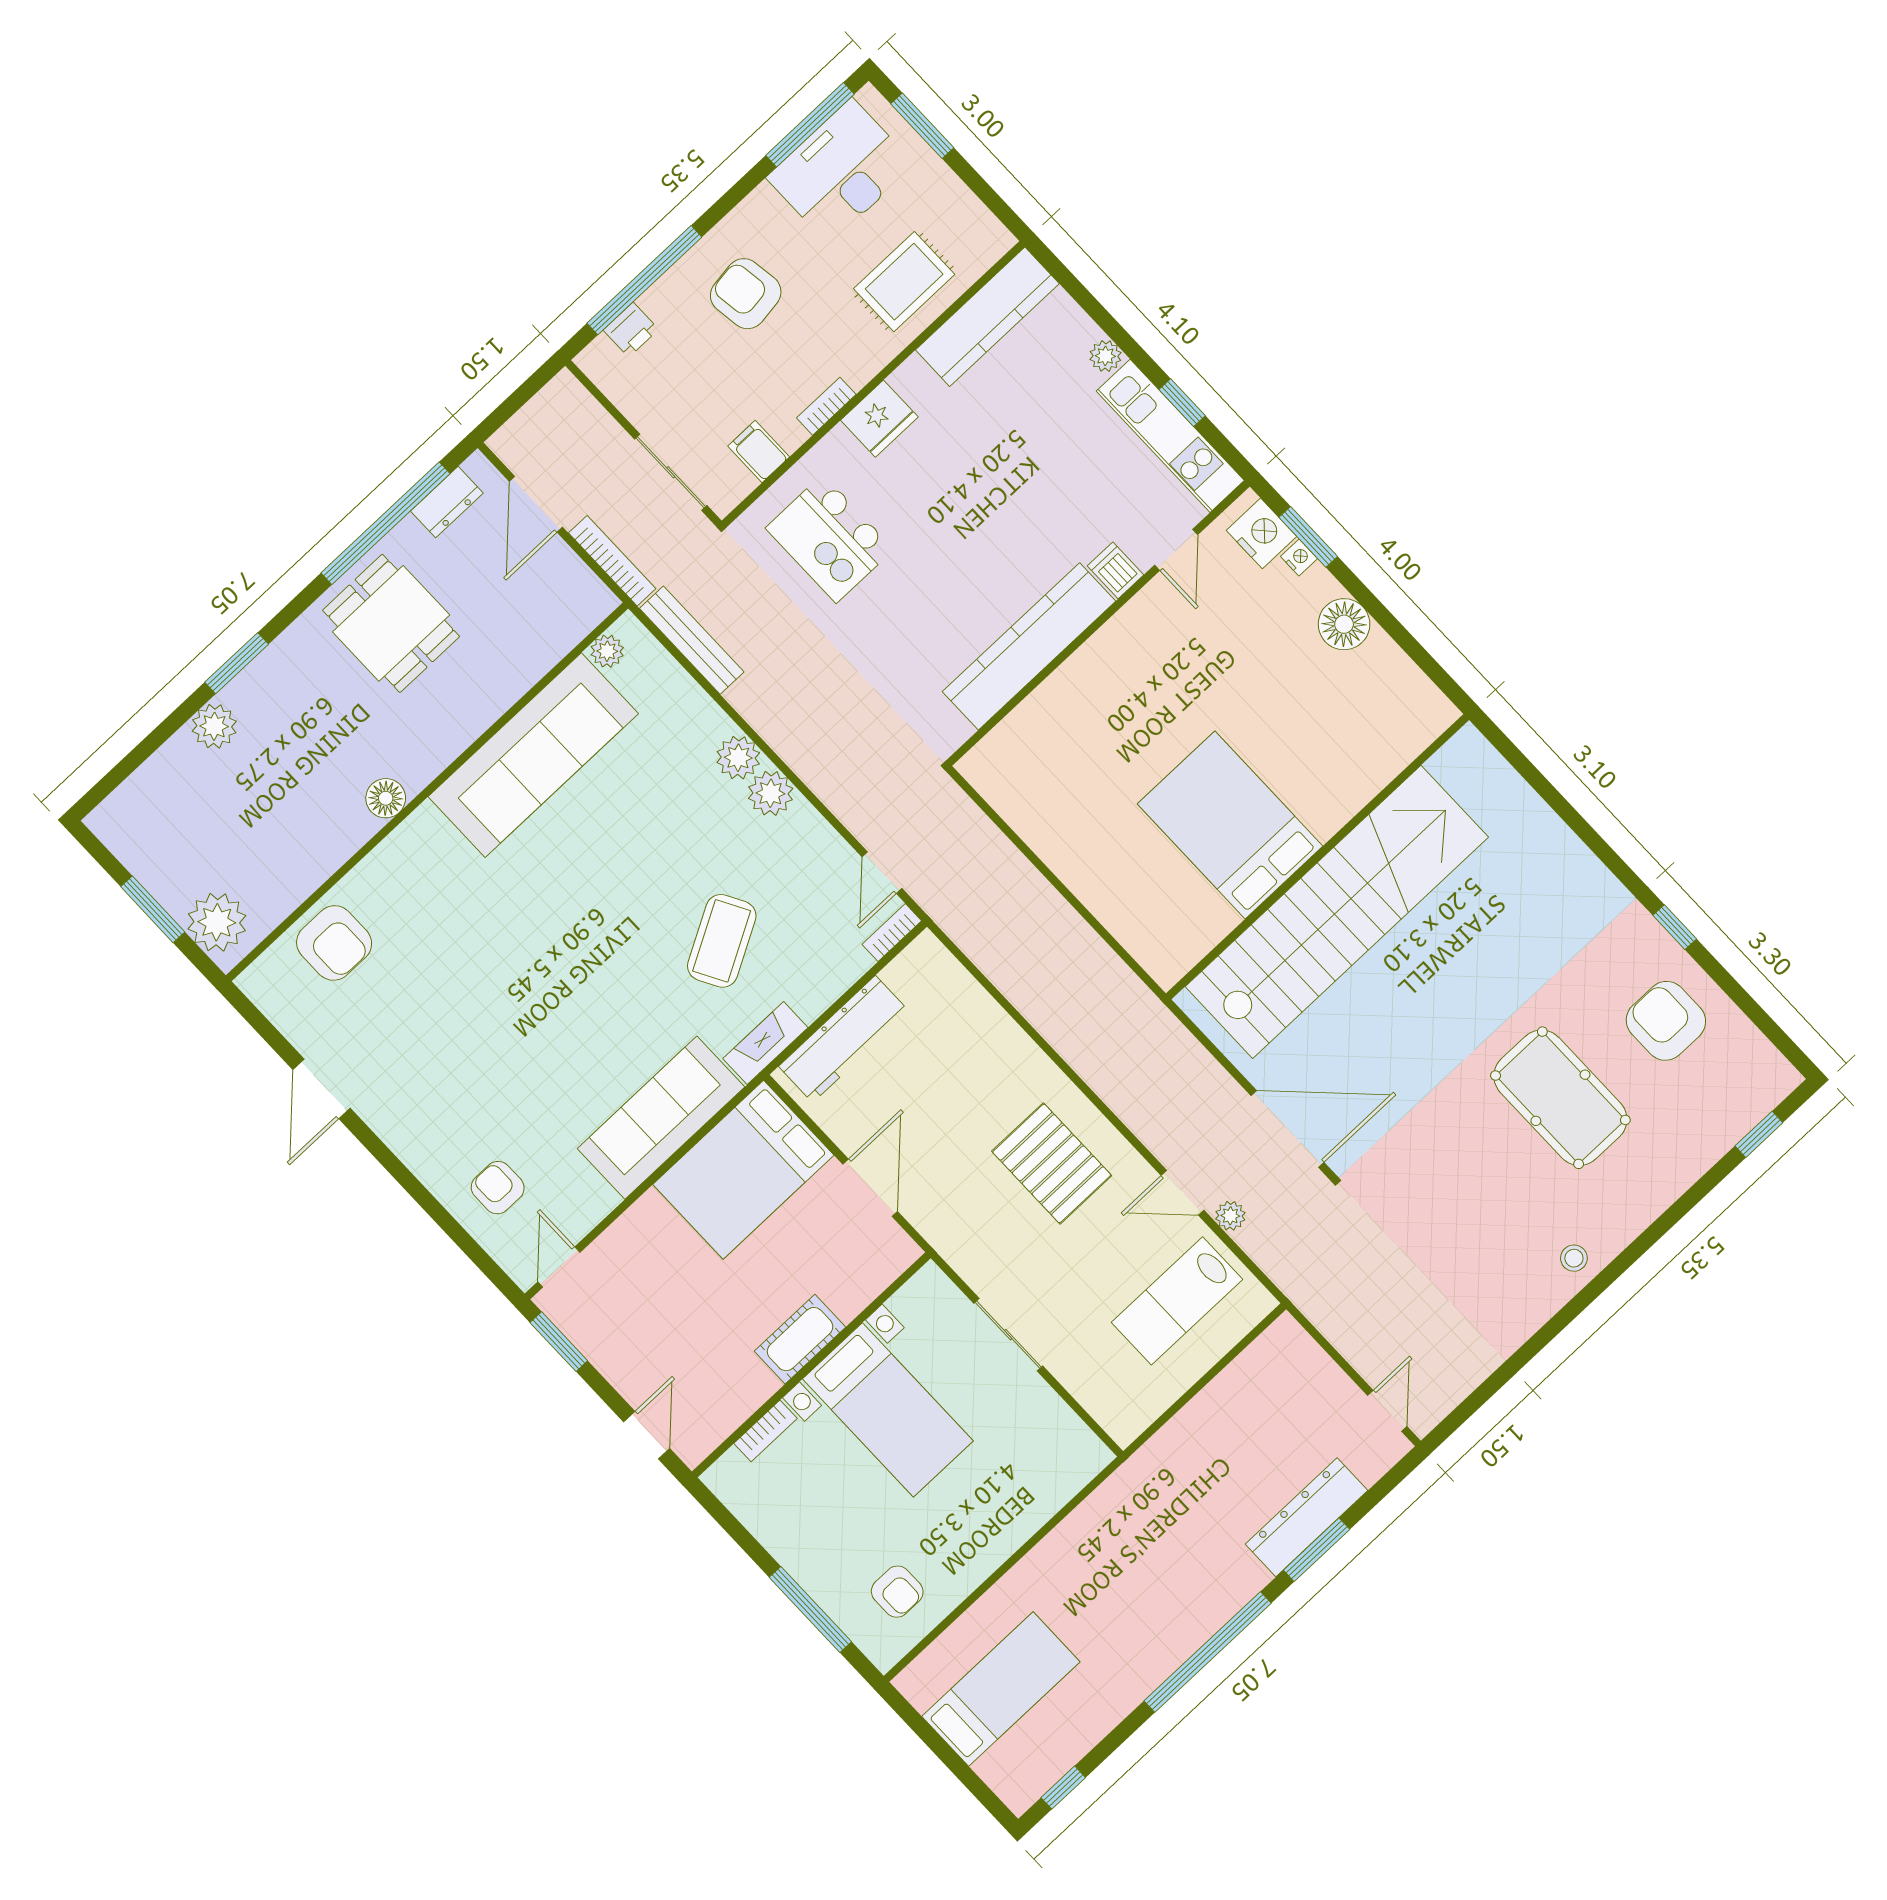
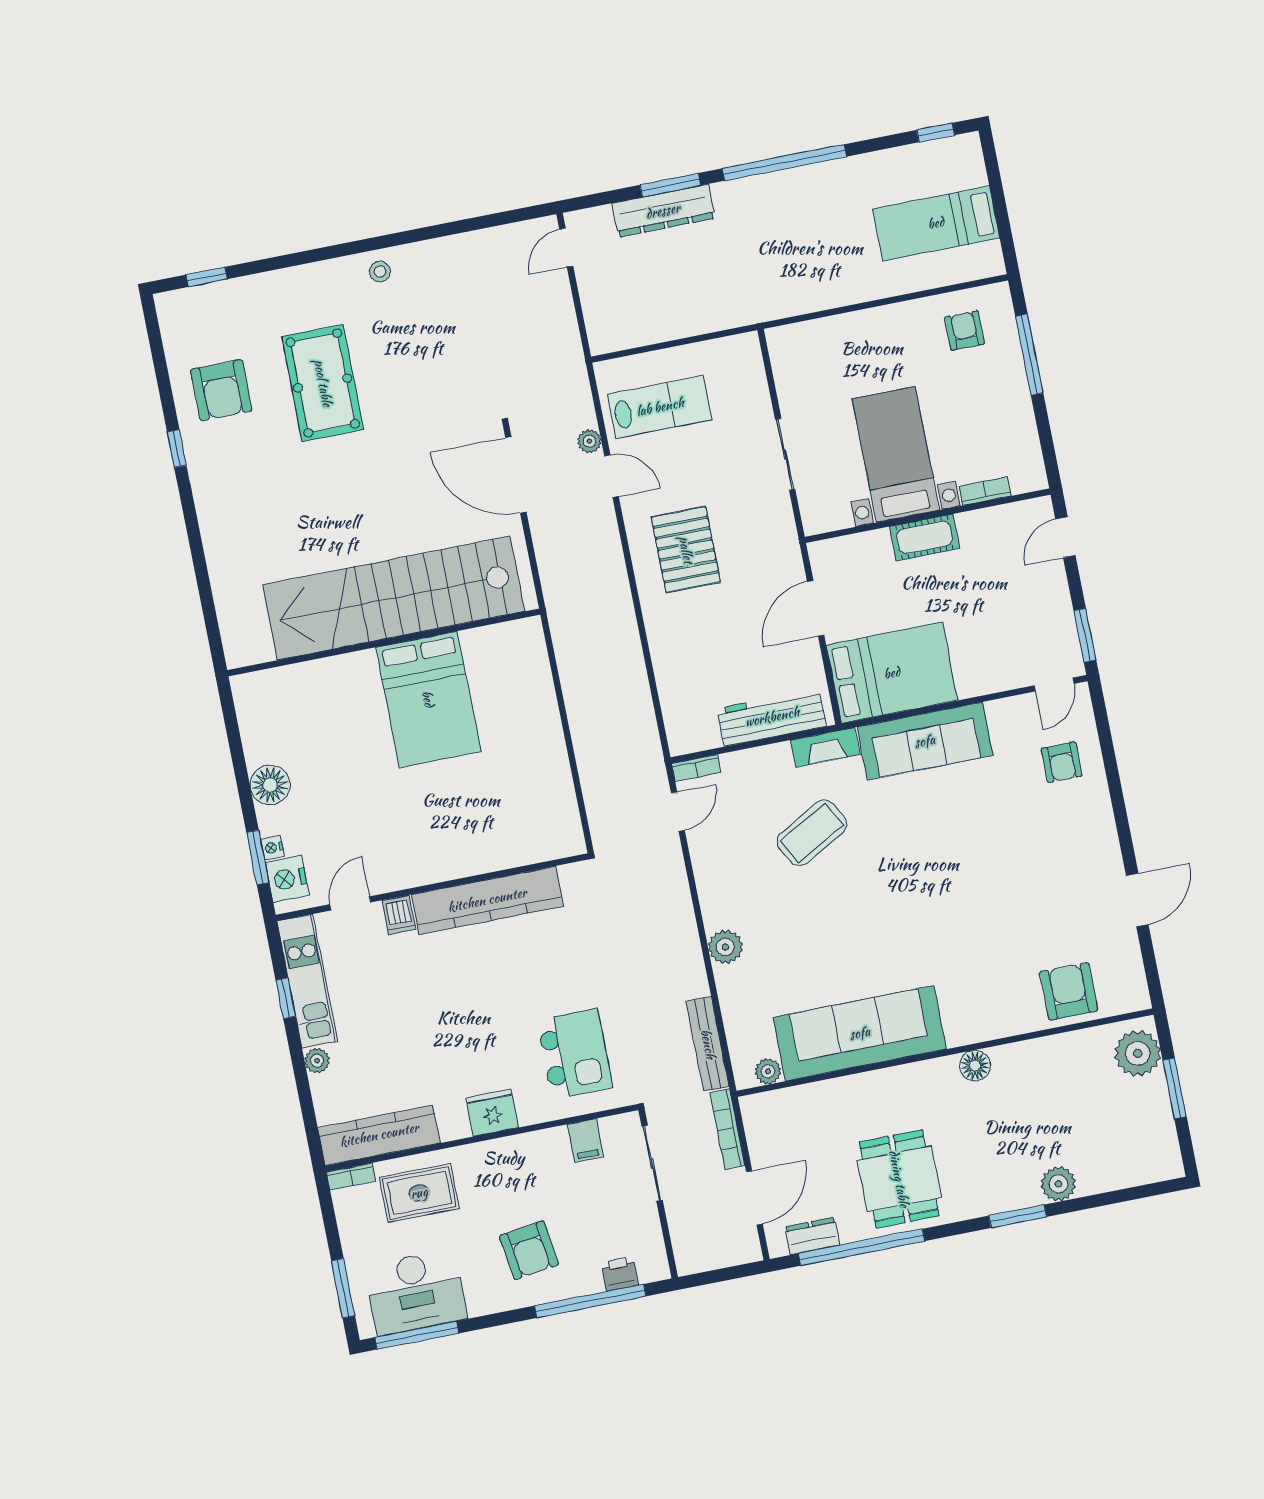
bookcase: (826, 406) -> (351, 1177), moved
plant: (771, 793) -> (719, 910), removed

